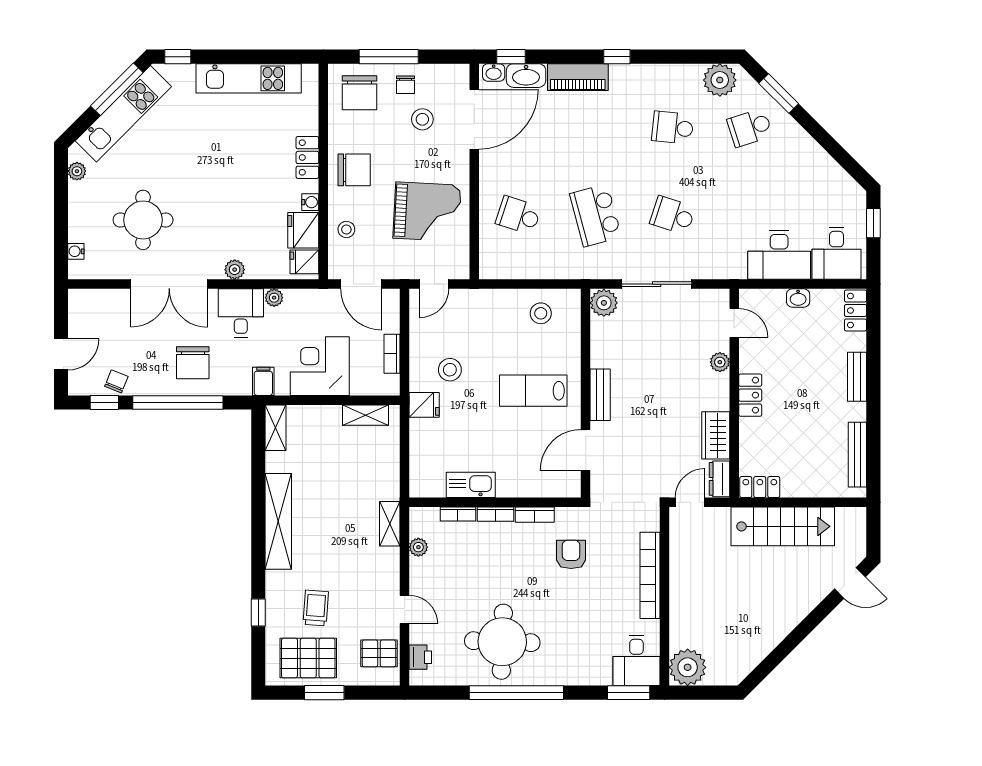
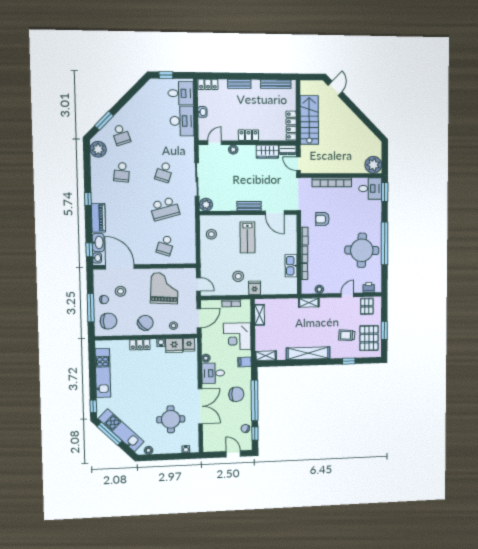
chair: (354, 170) -> (145, 323), turned 46
plant: (235, 270) -> (193, 377), removed
locker: (760, 487) -> (291, 126), width x1.53

